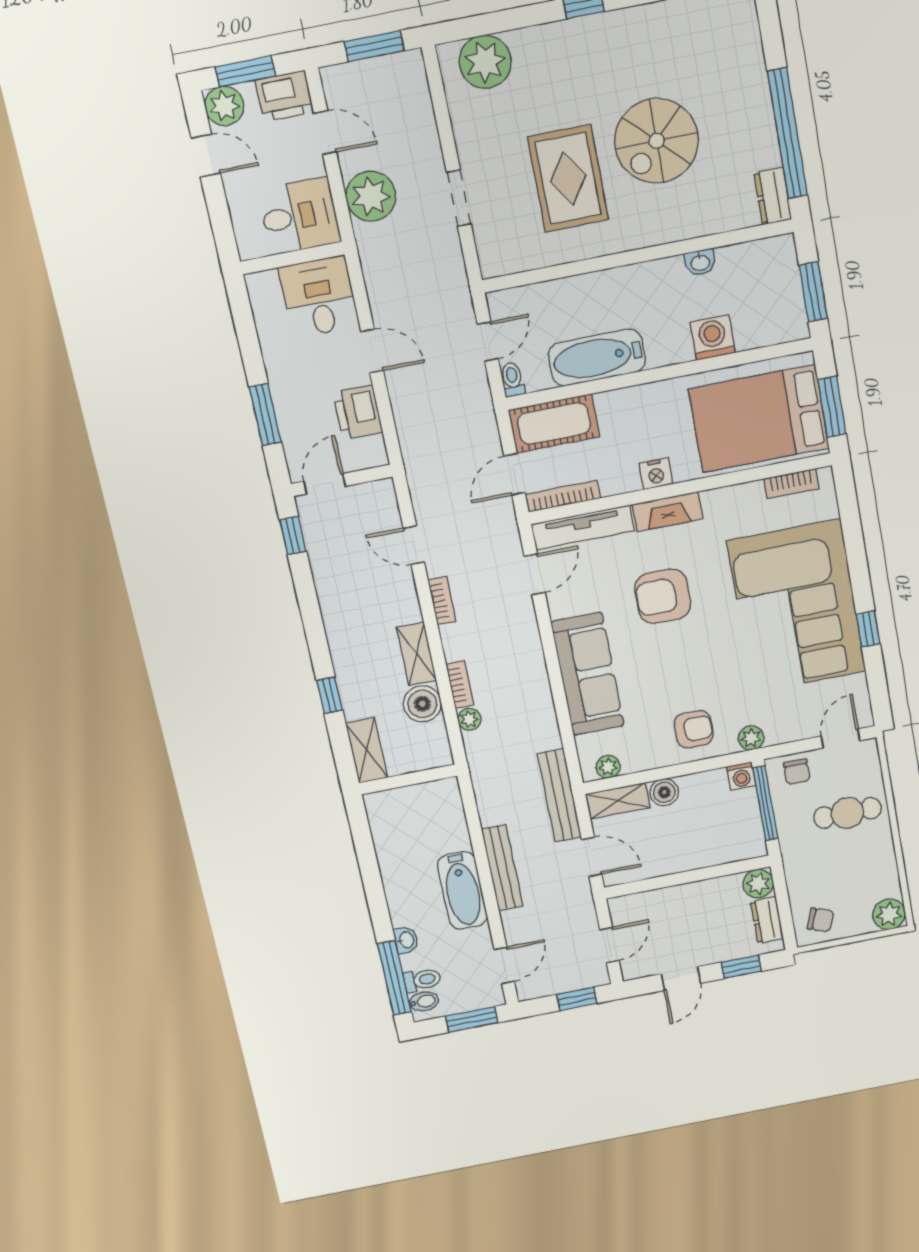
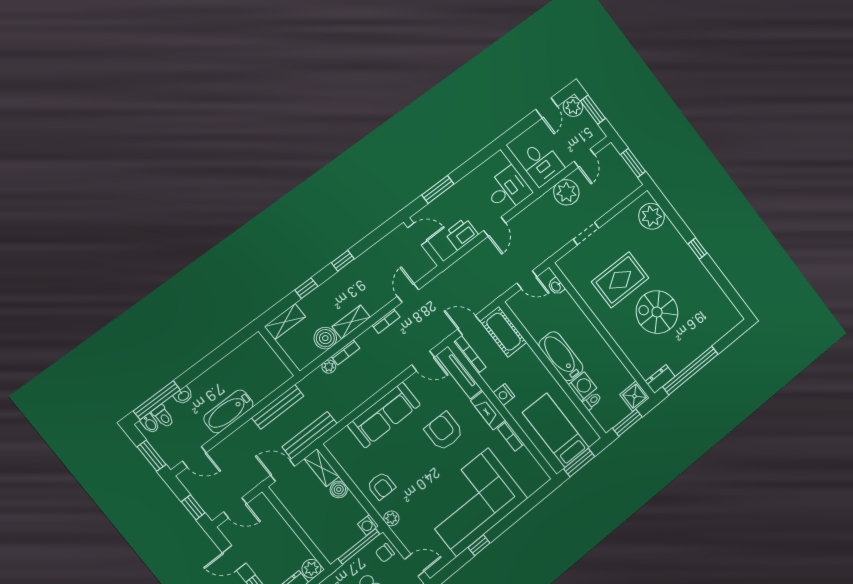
printer: (284, 96) -> (591, 132), removed
shower: (777, 256) -> (635, 396), added
washbasin: (700, 262) -> (556, 286), moved
bathtub: (597, 357) -> (561, 356), moved
toilet: (512, 379) -> (592, 401), moved
bed: (759, 419) -> (556, 430), width x0.67
bookcase: (791, 484) -> (511, 436), moved
window: (293, 535) -> (343, 261), moved
plant: (608, 767) -> (338, 452), removed
door: (592, 857) -> (283, 471), swing flipped
bench: (502, 868) -> (278, 407), moved

